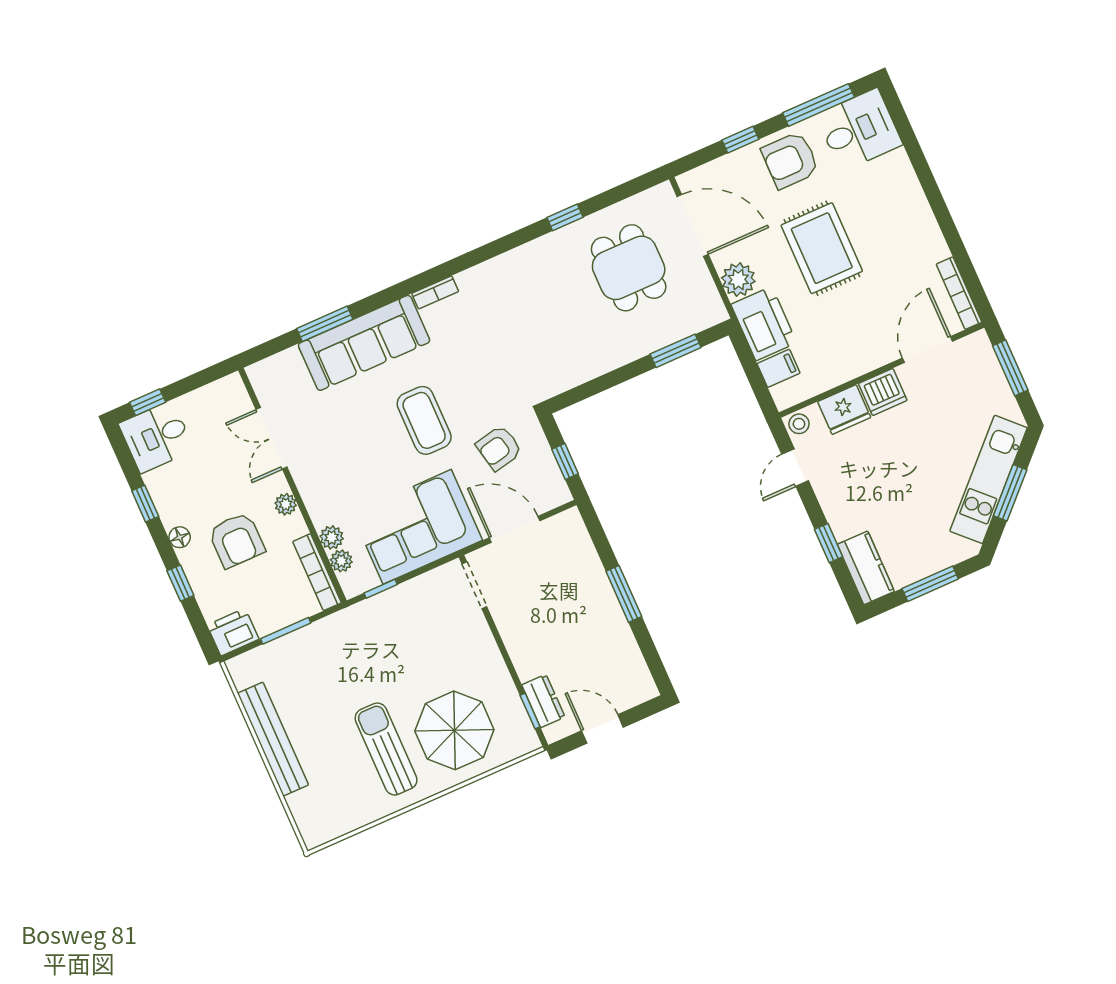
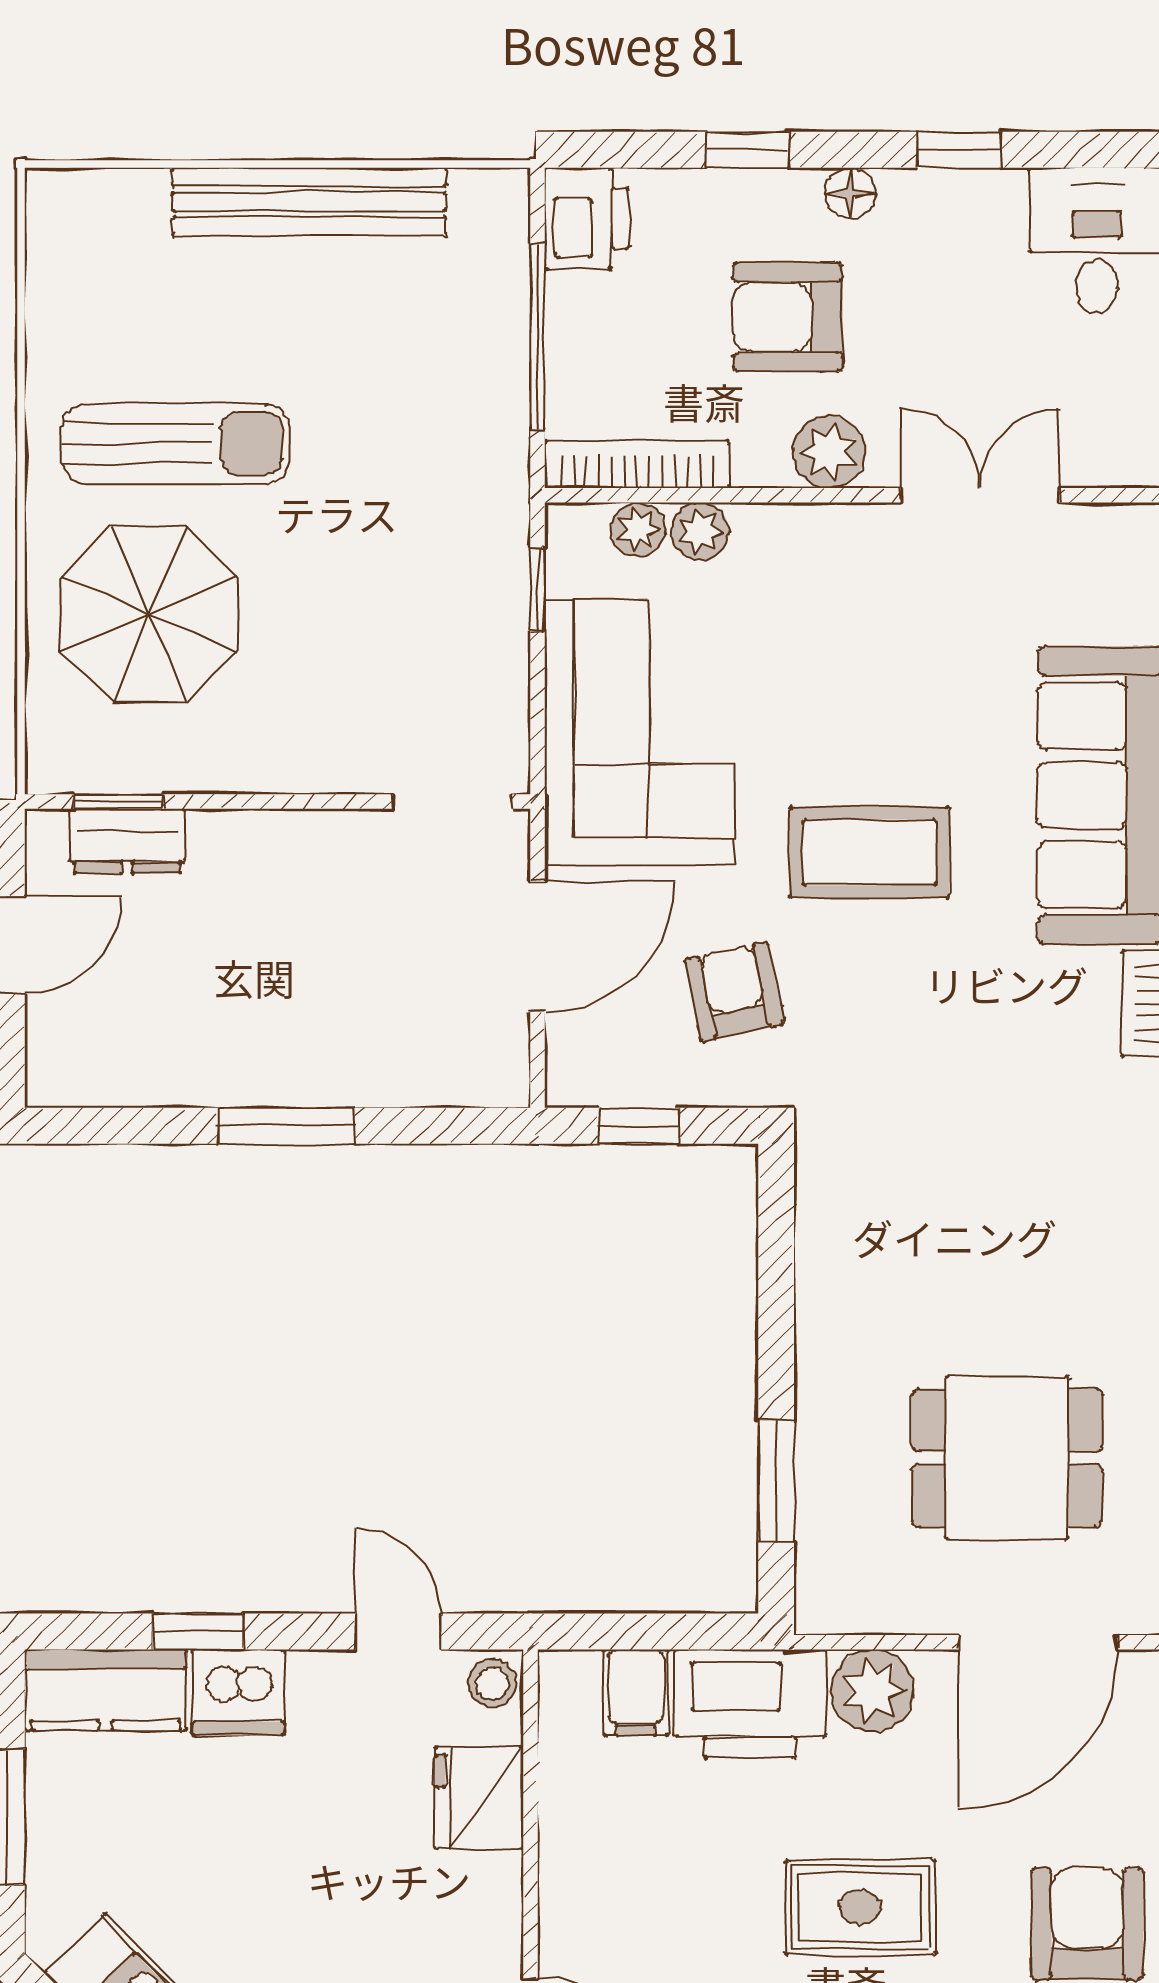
rug: (822, 248) -> (860, 1907), width x0.73, depth x0.70
dishwasher: (883, 392) -> (238, 1692), moved, turned -90
plant: (286, 504) -> (829, 452), width x1.38, depth x1.38
window: (286, 631) -> (538, 337), width x1.44

